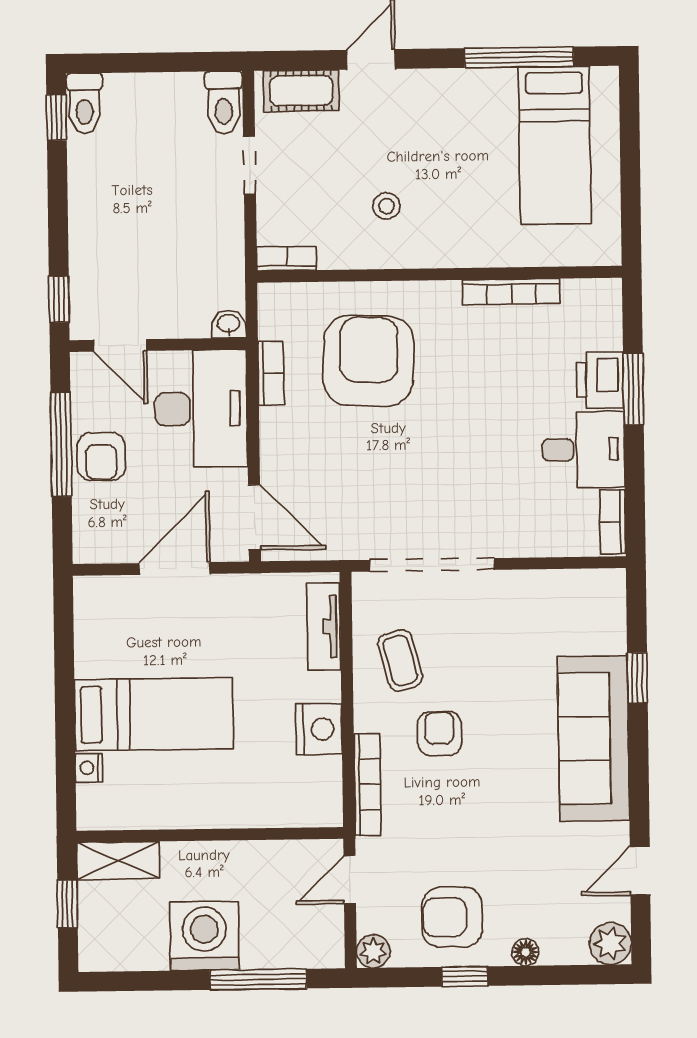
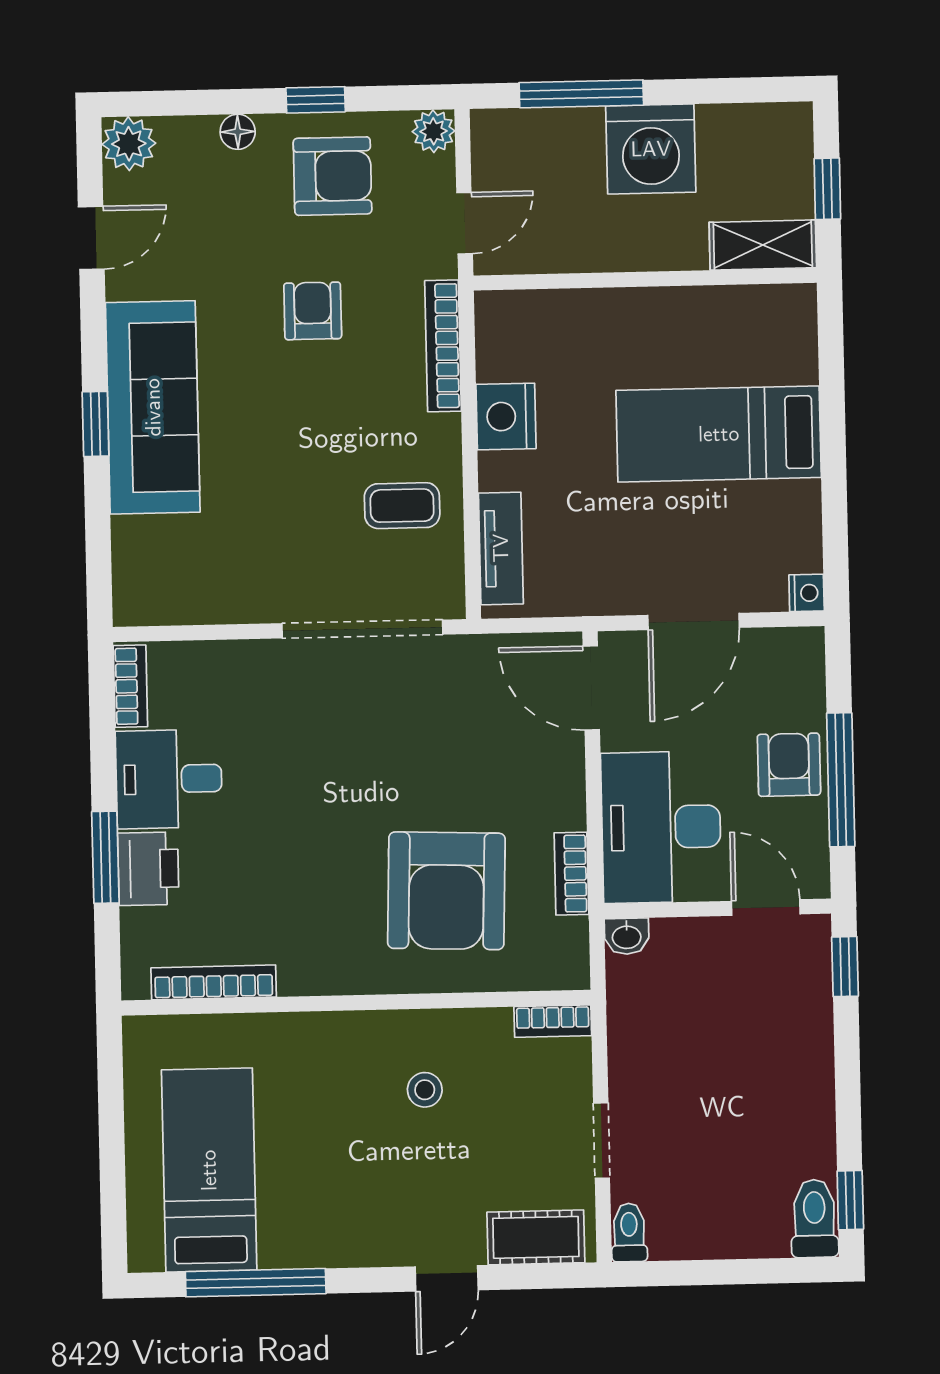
toilet: (224, 103) -> (629, 1232), width x0.73, depth x0.72
bookcase: (512, 292) -> (214, 982), moved
coffee table: (400, 660) -> (402, 506), turned -75
window: (637, 678) -> (96, 424), moved
armchair: (439, 734) -> (313, 311), moved, turned 180
nightstand: (89, 768) -> (807, 593), moved

